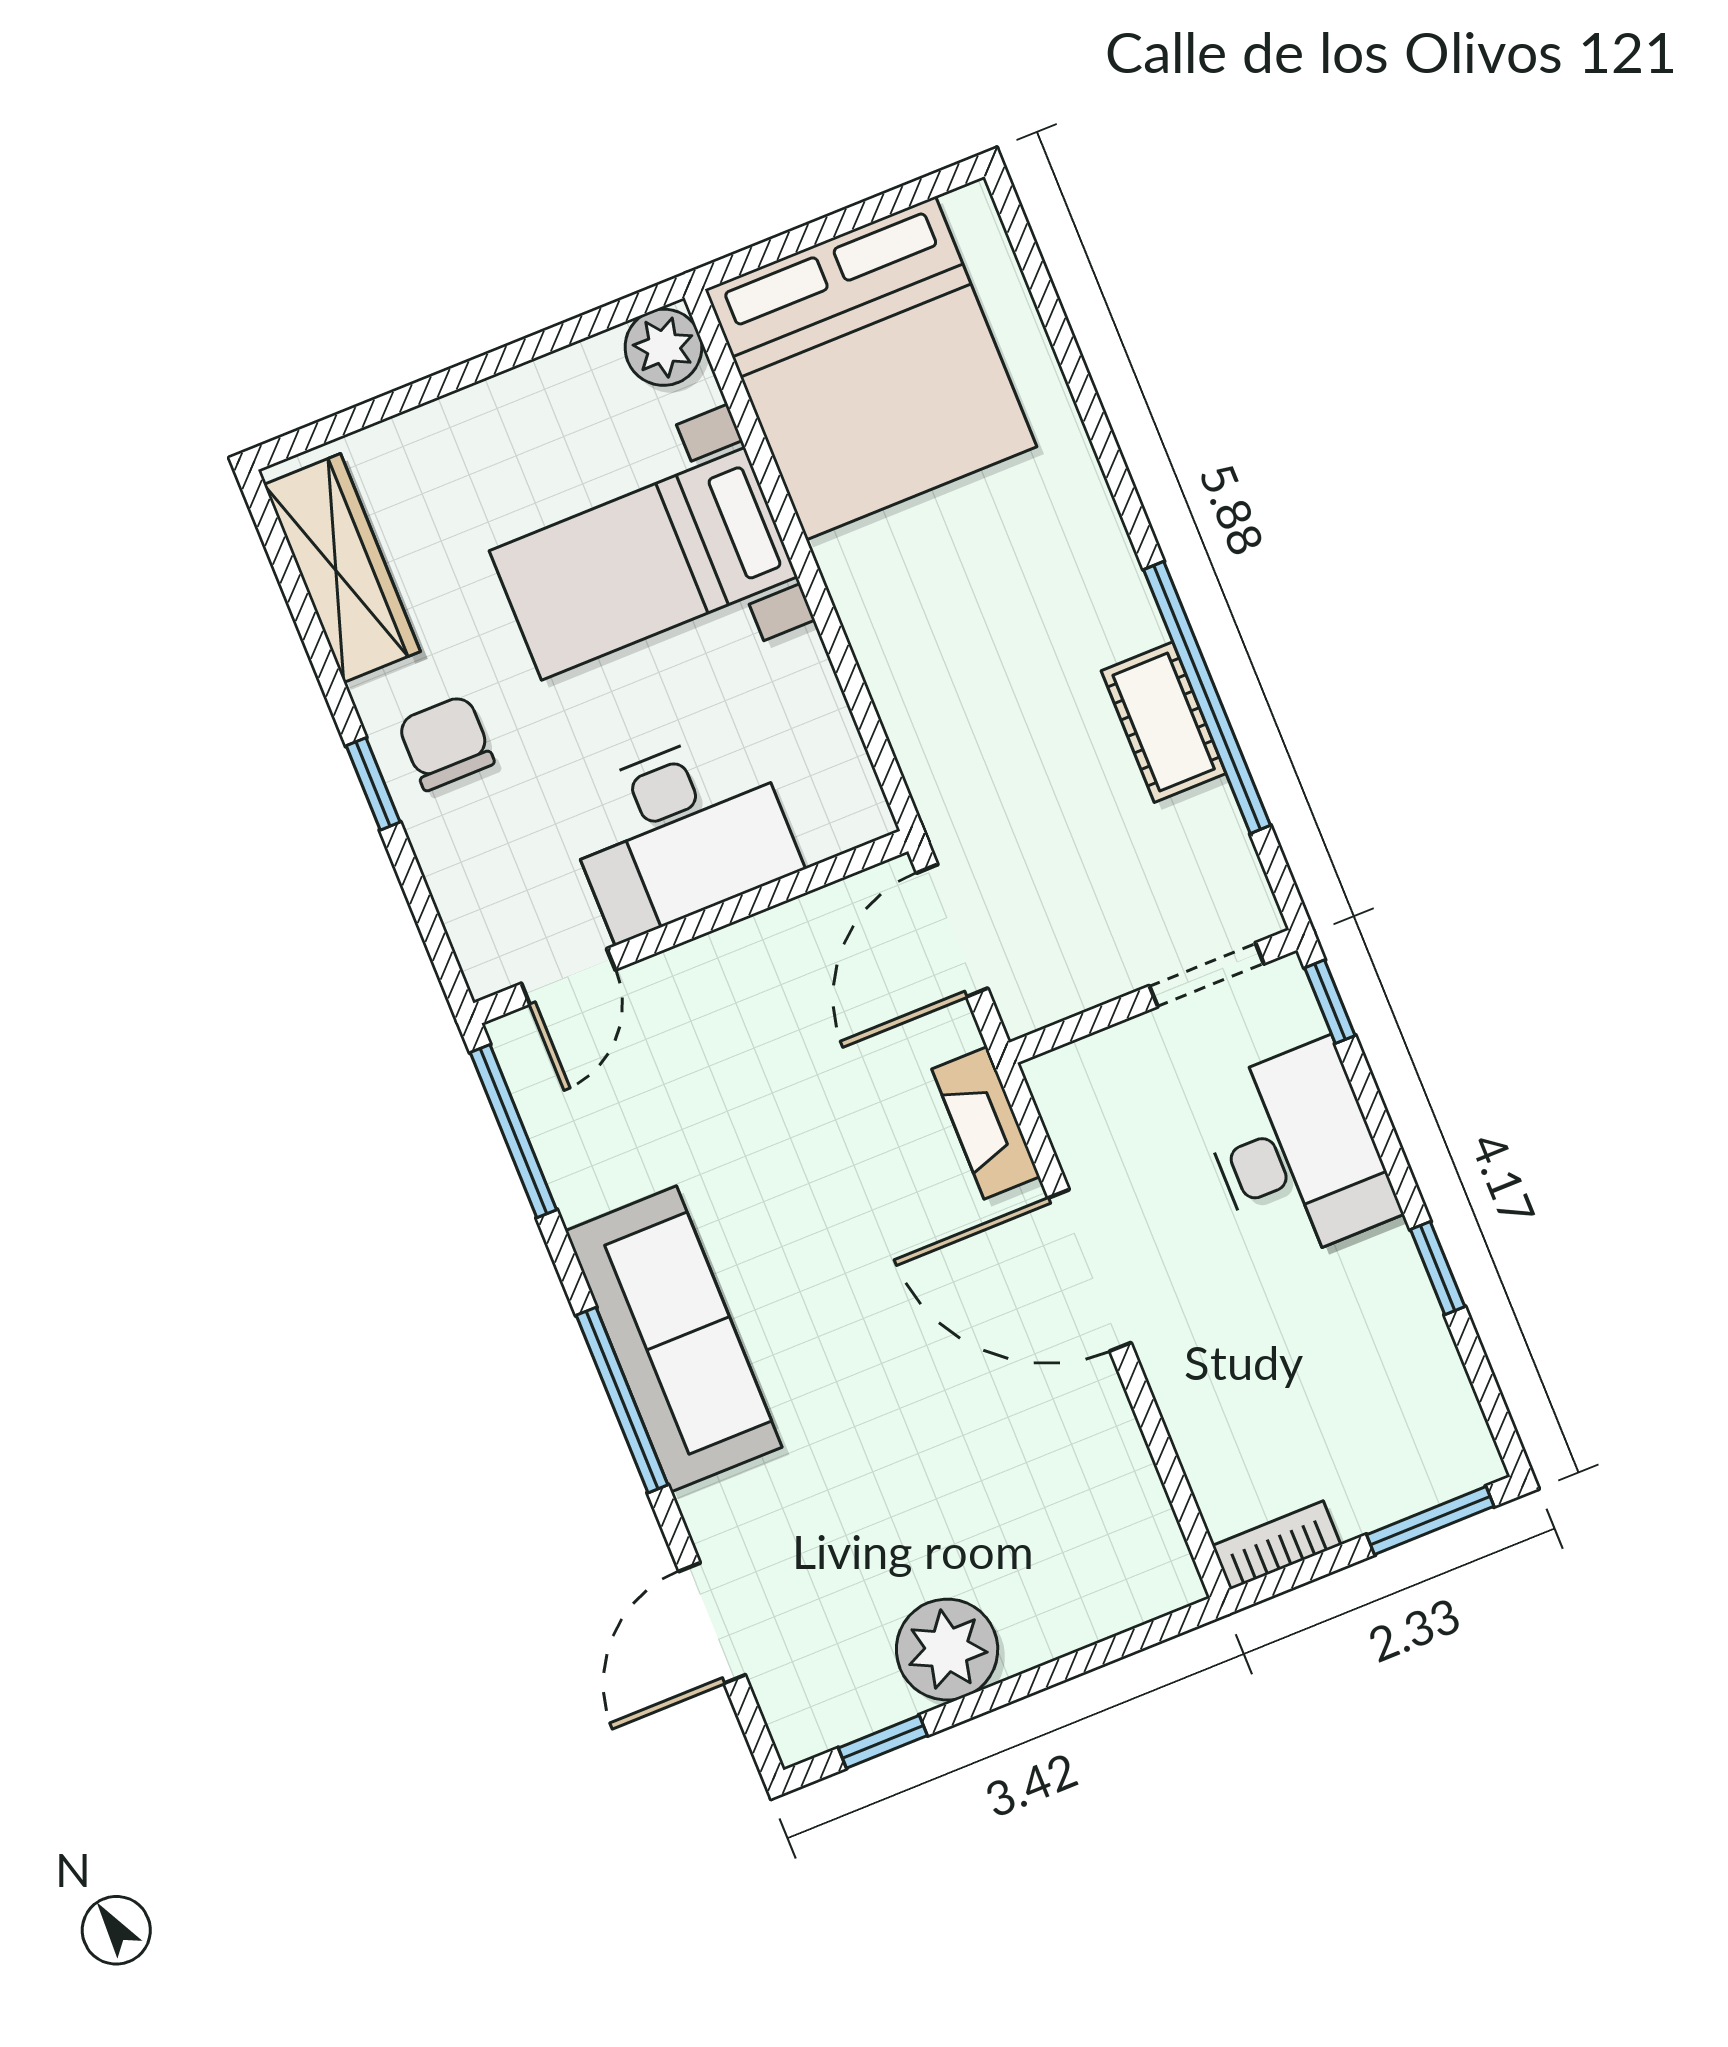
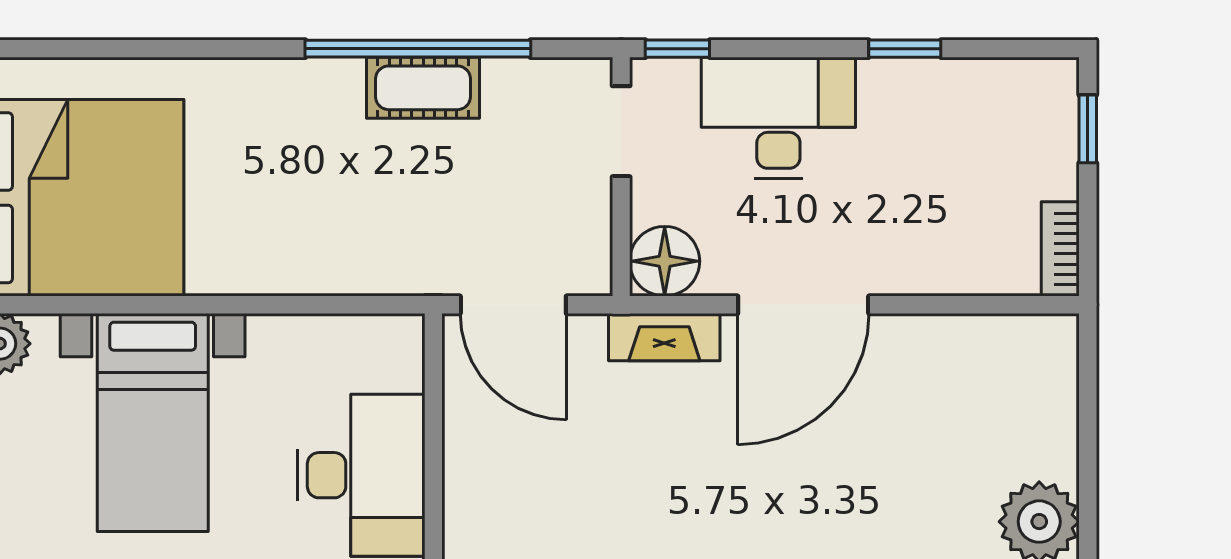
floor lamp: (1075, 1087) -> (665, 261), added
window: (1430, 1521) -> (1088, 129), width x0.67

